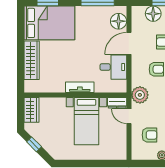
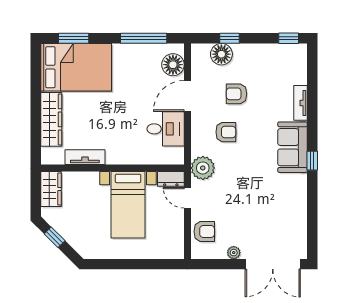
tv unit: (80, 87) -> (85, 157), moved
armchair: (149, 135) -> (204, 232), moved

